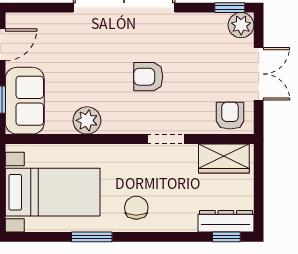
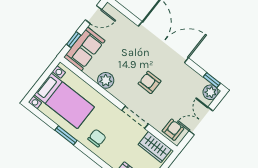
double door: (259, 74) -> (201, 121), swing flipped
doorway: (166, 139) -> (135, 117), width x1.38

